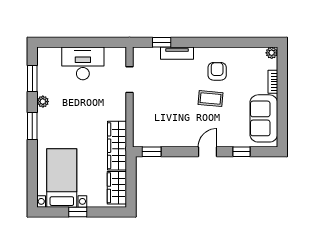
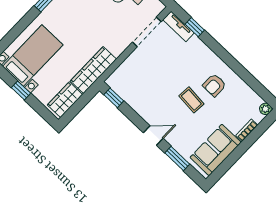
tv unit: (177, 53) -> (178, 26), moved
armchair: (217, 71) -> (214, 85), turned 180
doorway: (129, 80) -> (147, 32), width x1.38
window: (241, 152) -> (177, 158), width x1.50

